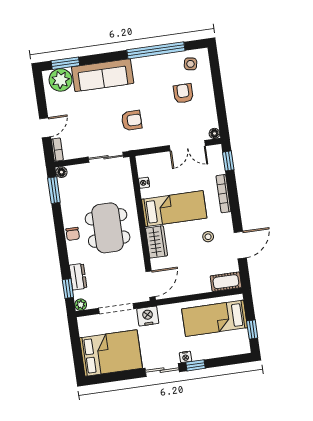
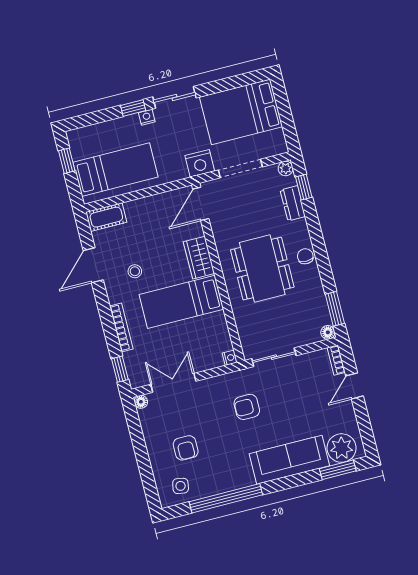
nightstand: (144, 183) -> (230, 358), moved

